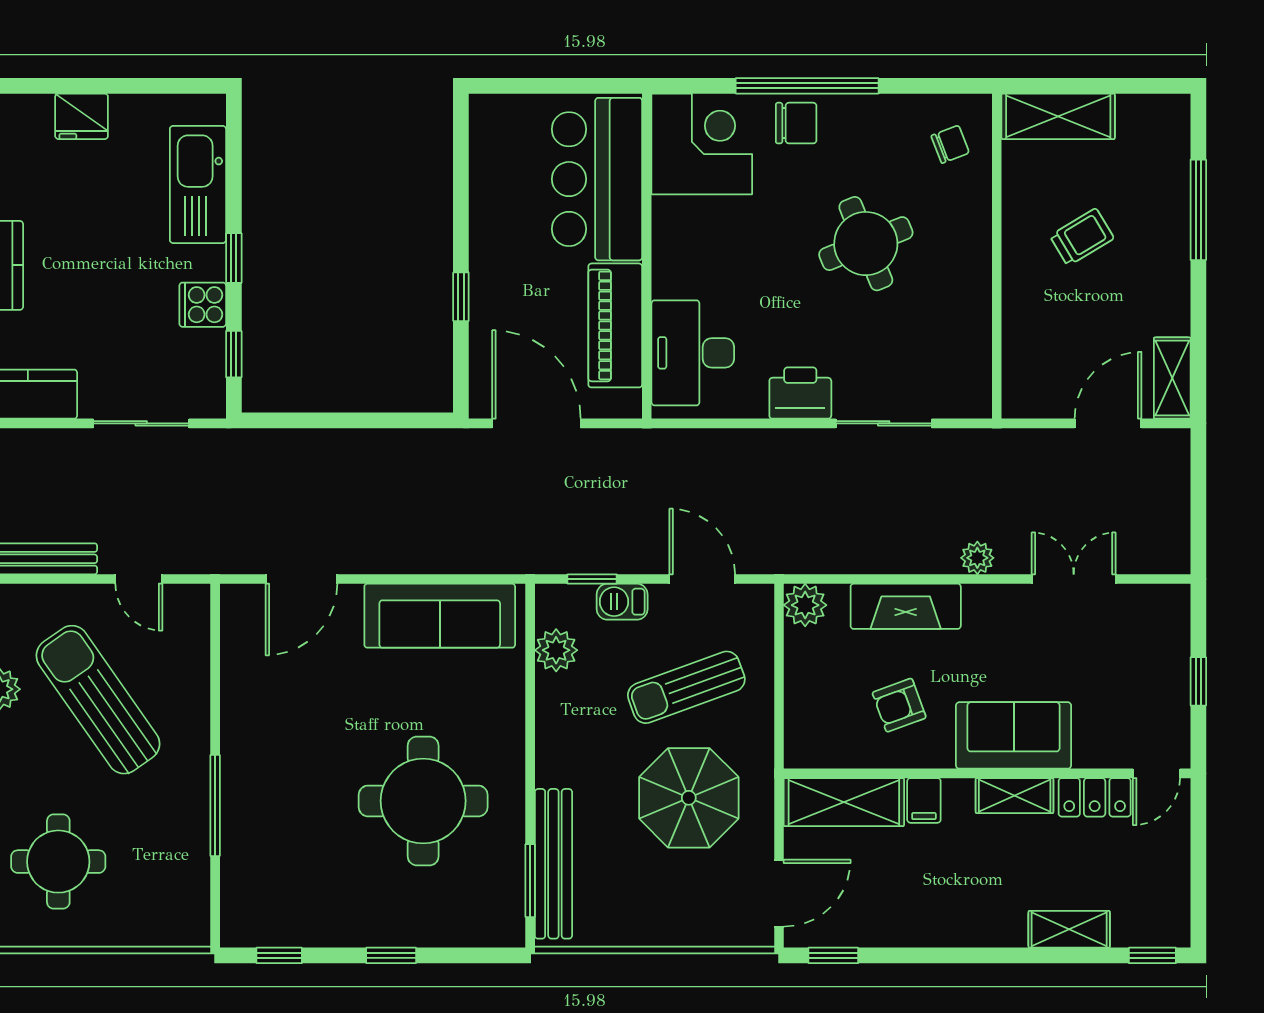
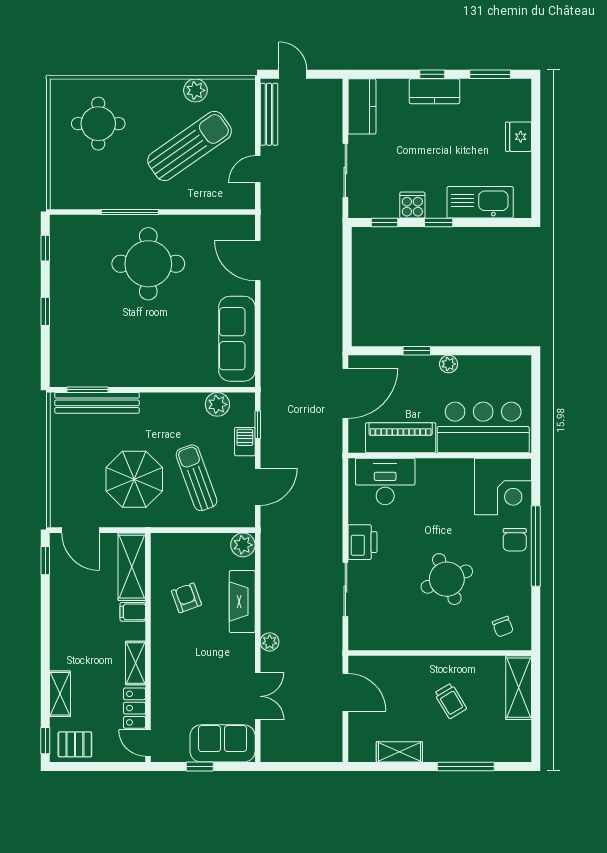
plant: (485, 241) -> (449, 364), added
shelving: (1172, 378) -> (399, 752), moved
door: (1108, 423) -> (345, 692), moved
sofa: (1014, 735) -> (223, 743), moved, turned -90
round table: (423, 801) -> (148, 264), moved
pallet: (1159, 903) -> (75, 744), added

